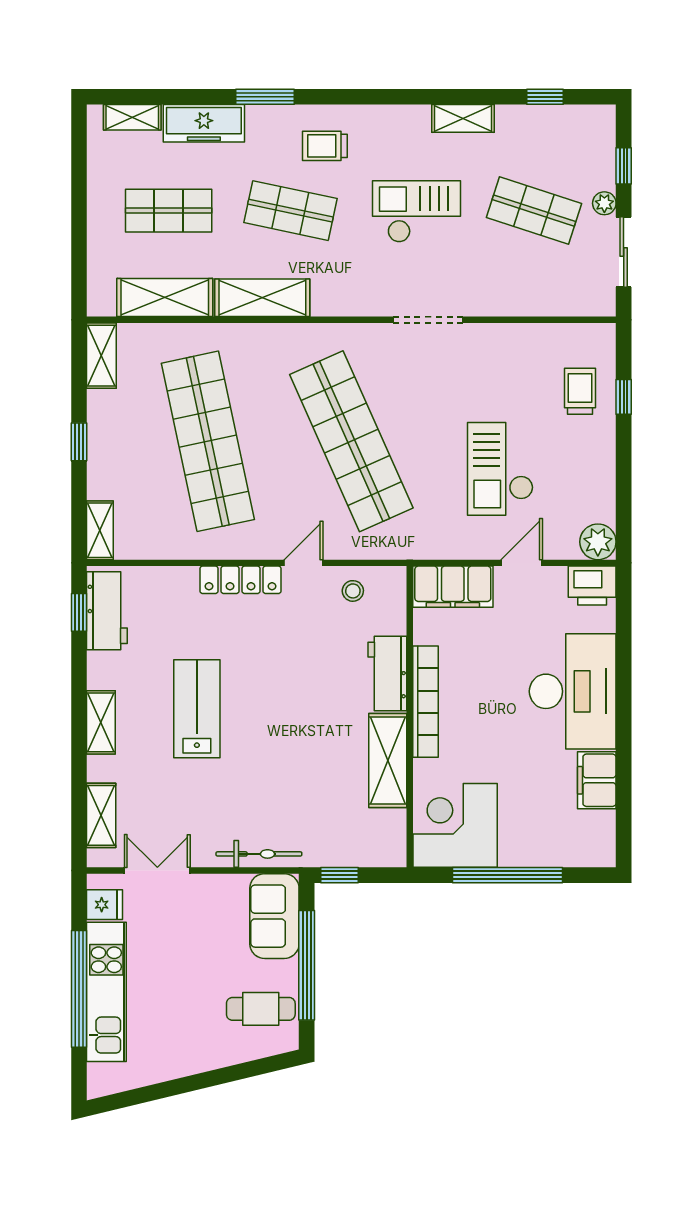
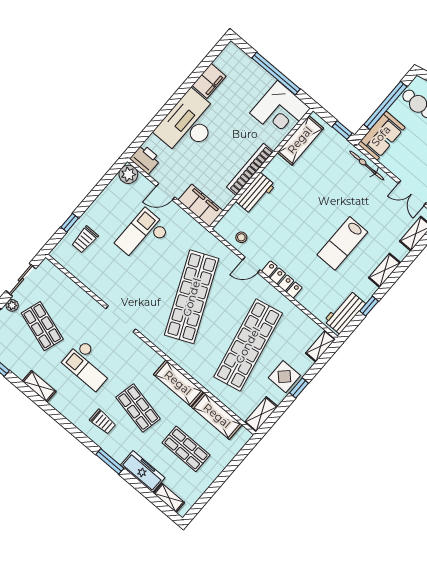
display table: (115, 440) -> (284, 377), added
checkout: (500, 469) -> (142, 236), turned 180
window: (79, 612) -> (369, 306), moved
shelving: (388, 760) -> (300, 140), moved

